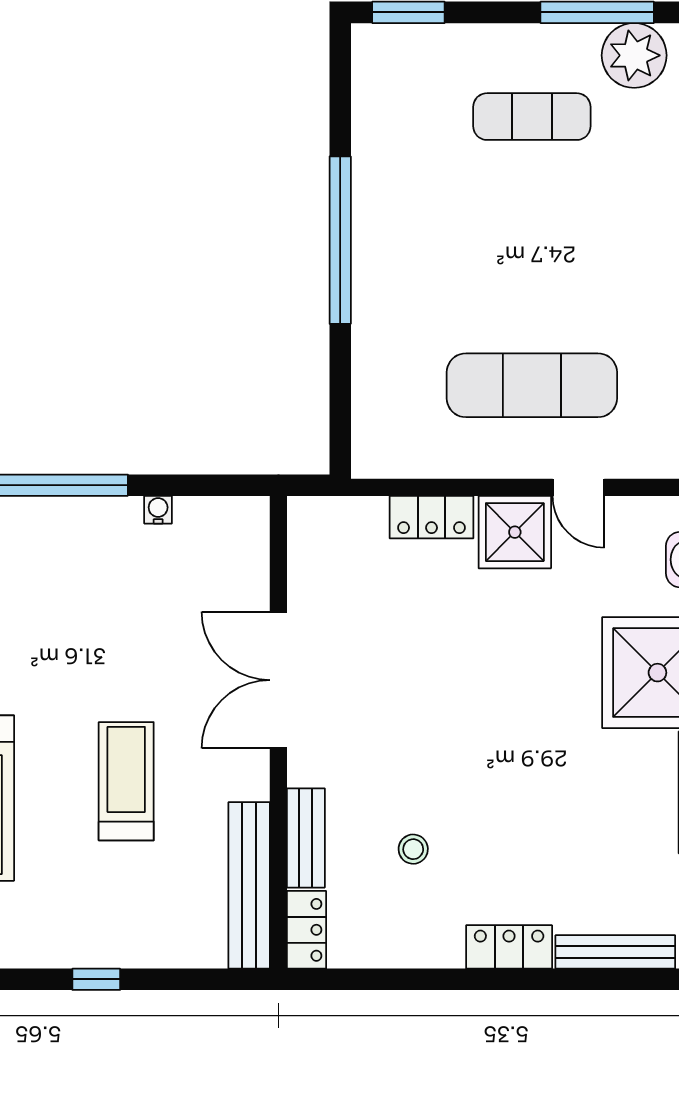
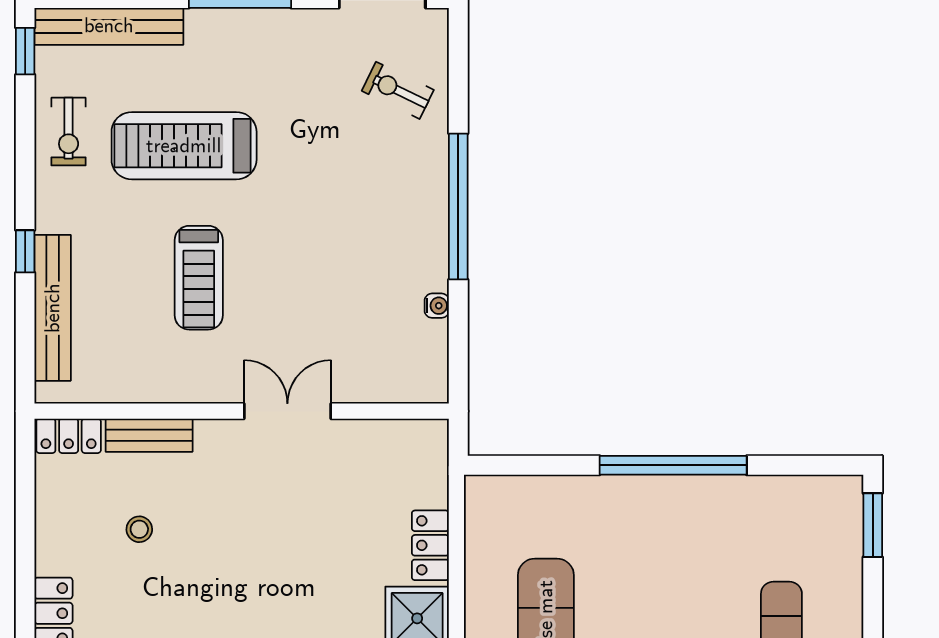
double door: (278, 680) -> (287, 411), width x0.73
treadmill: (126, 781) -> (199, 278), turned 90
bench: (249, 885) -> (53, 308), moved, turned 90

